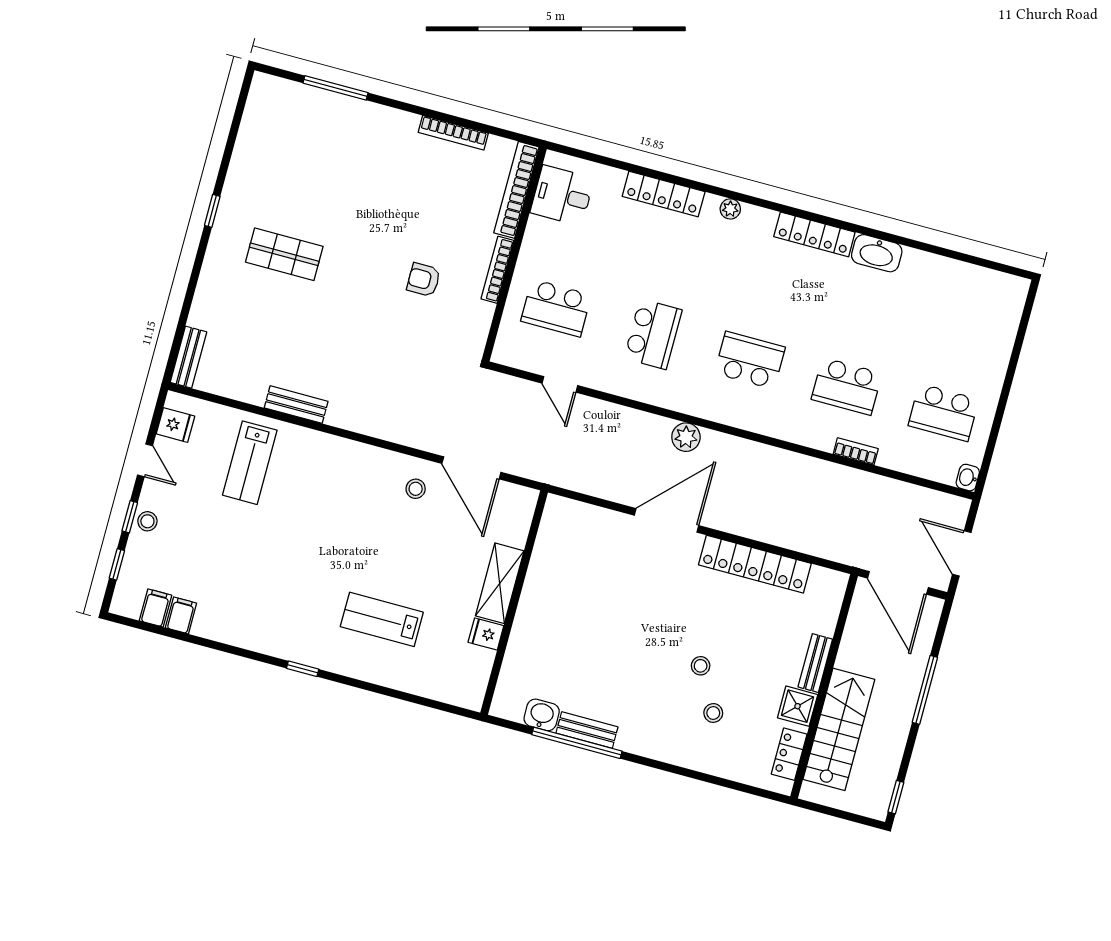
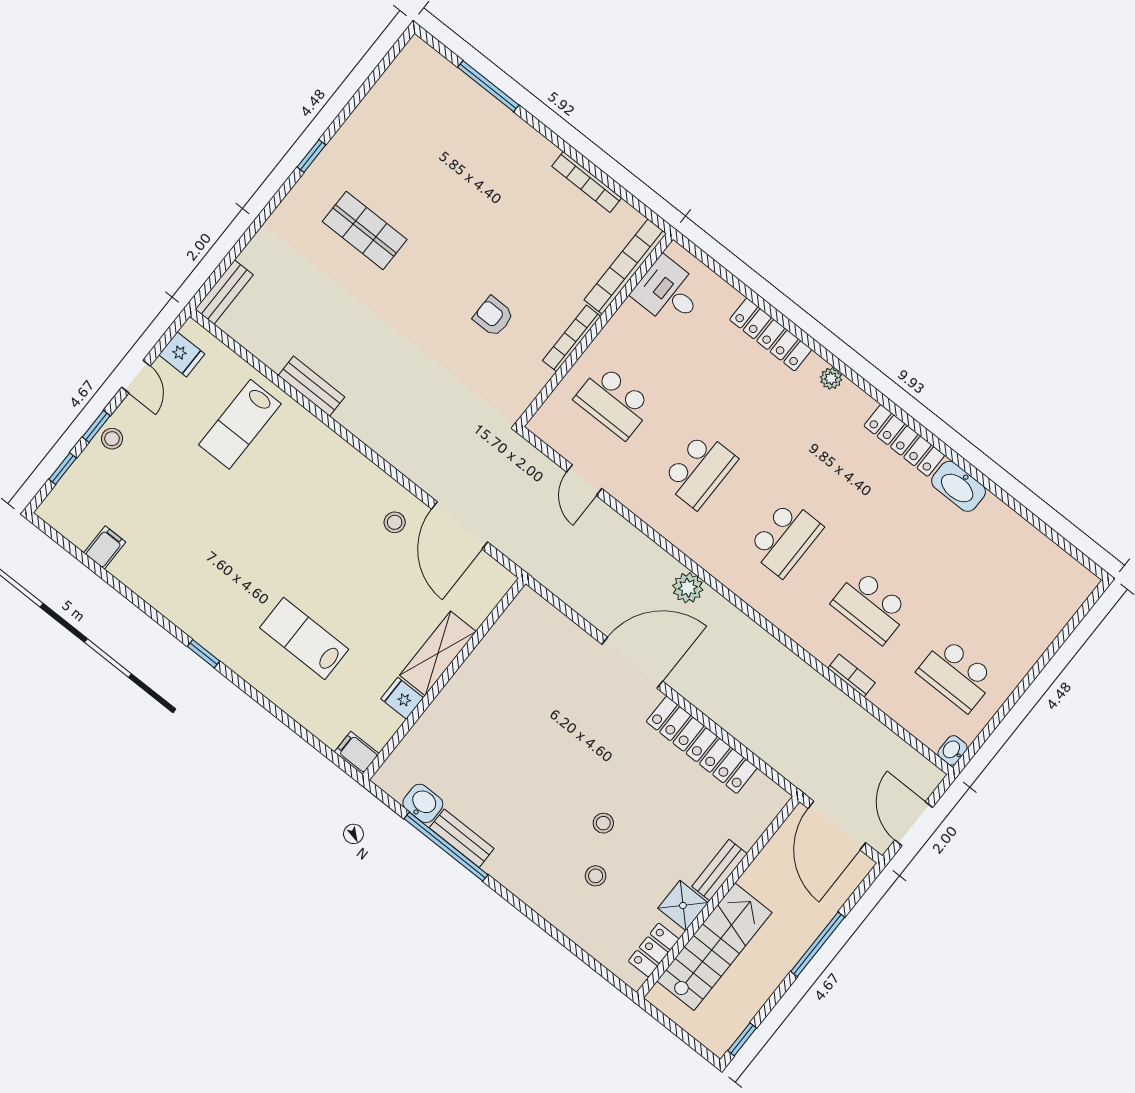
school desk: (750, 360) -> (785, 538), turned 90
filing cabinet: (156, 608) -> (357, 753), moved, turned -90

